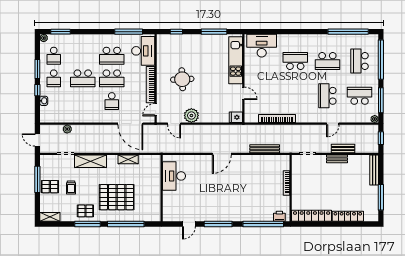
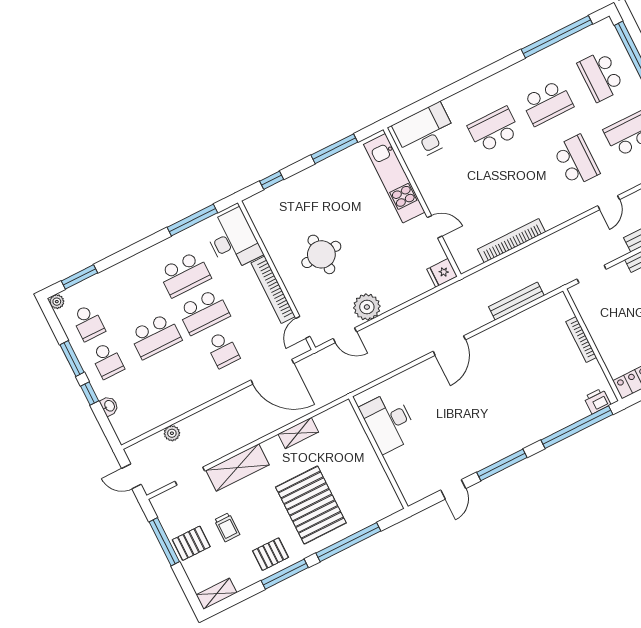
school desk: (327, 96) -> (576, 161), turned 180
pallet: (117, 197) -> (311, 505), turned 90

